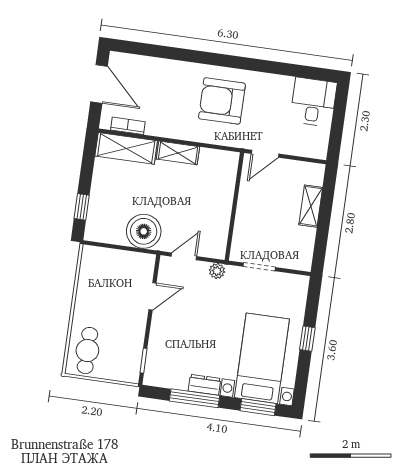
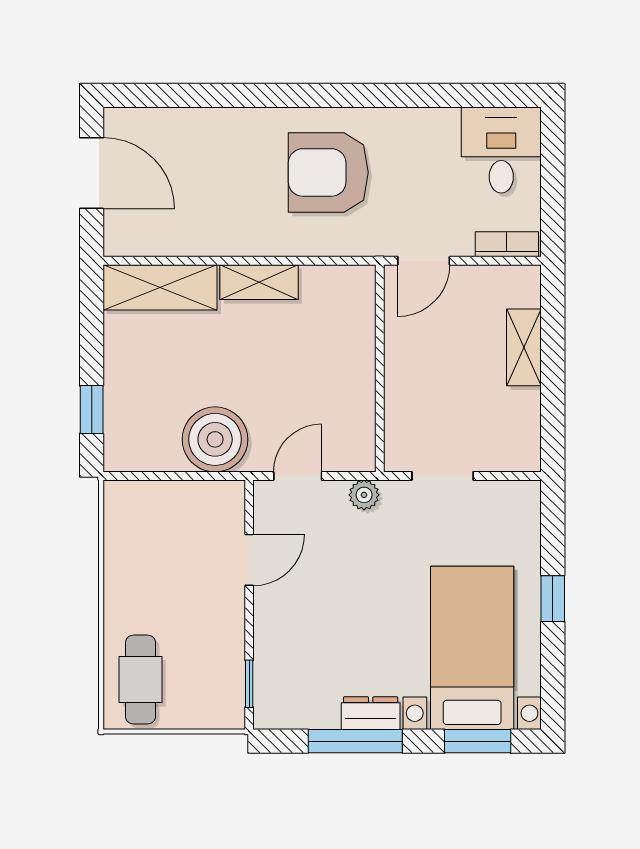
bookcase: (128, 126) -> (507, 244), moved

